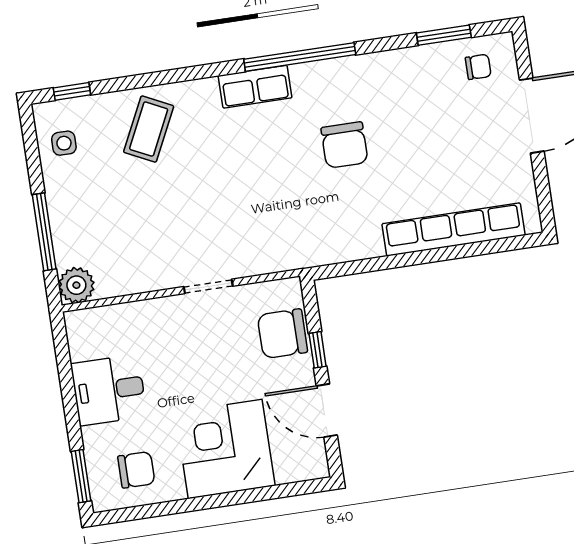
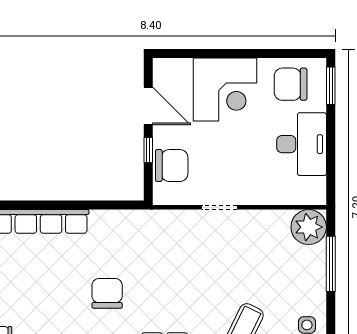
plant: (76, 285) -> (309, 227), width x1.36, depth x1.36
desk: (109, 390) -> (302, 144), width x1.37
chair: (136, 470) -> (291, 84), width x1.37, depth x1.37

